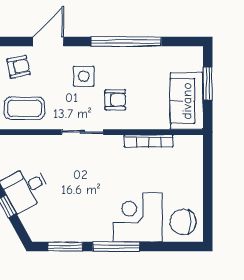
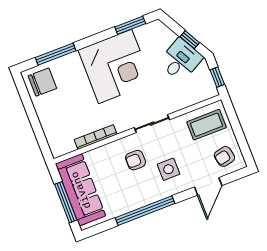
window: (208, 83) -> (66, 202), width x1.44
sofa: (187, 101) -> (81, 190), width x1.36
corner desk: (138, 218) -> (115, 66), moved, width x1.36, depth x1.36
window: (116, 247) -> (56, 54), moved

